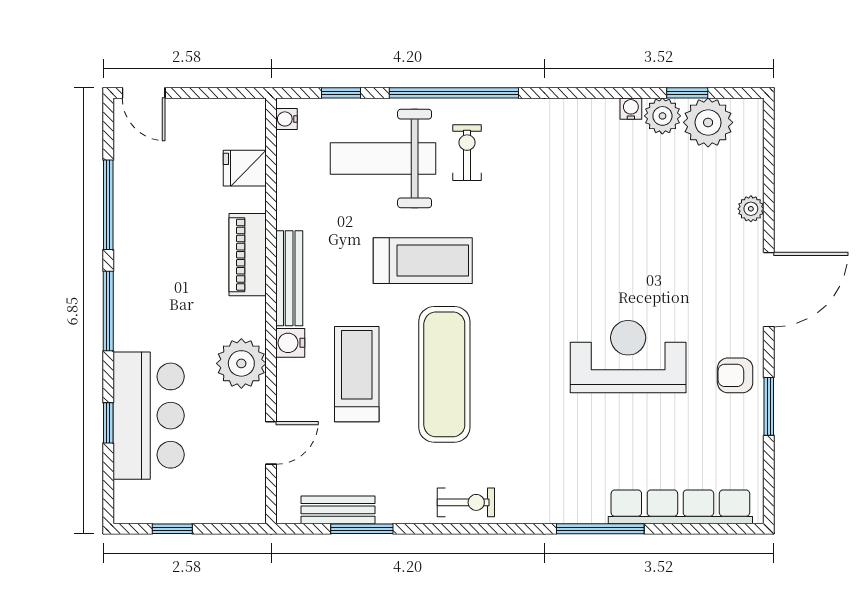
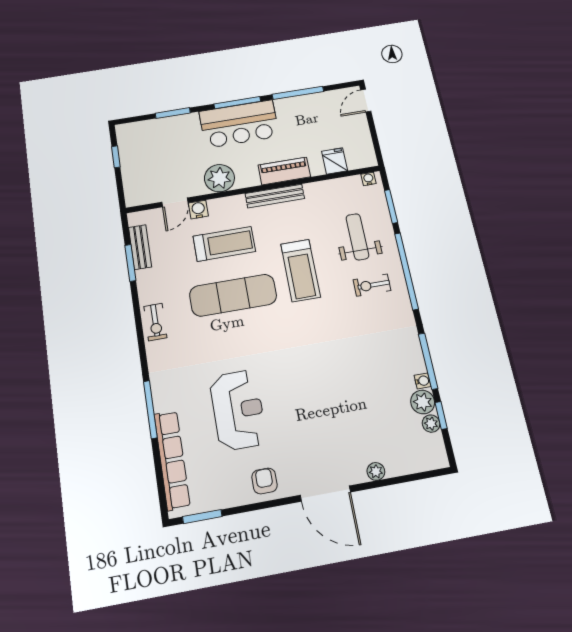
window: (341, 93) -> (391, 206), width x1.50
window: (602, 93) -> (428, 361), added
plant: (708, 122) -> (431, 424), width x0.53, depth x0.53
exercise bike: (467, 153) -> (372, 285), turned 180
weight bench: (383, 159) -> (357, 237), width x0.73, depth x0.75
water cooler: (290, 343) -> (198, 210), moved
reception desk: (628, 357) -> (238, 410), moved
window: (769, 406) -> (202, 517), moved
bar counter: (149, 416) -> (239, 124), moved
window: (108, 423) -> (173, 113), width x1.50
door: (271, 443) -> (175, 202), hinge flipped

